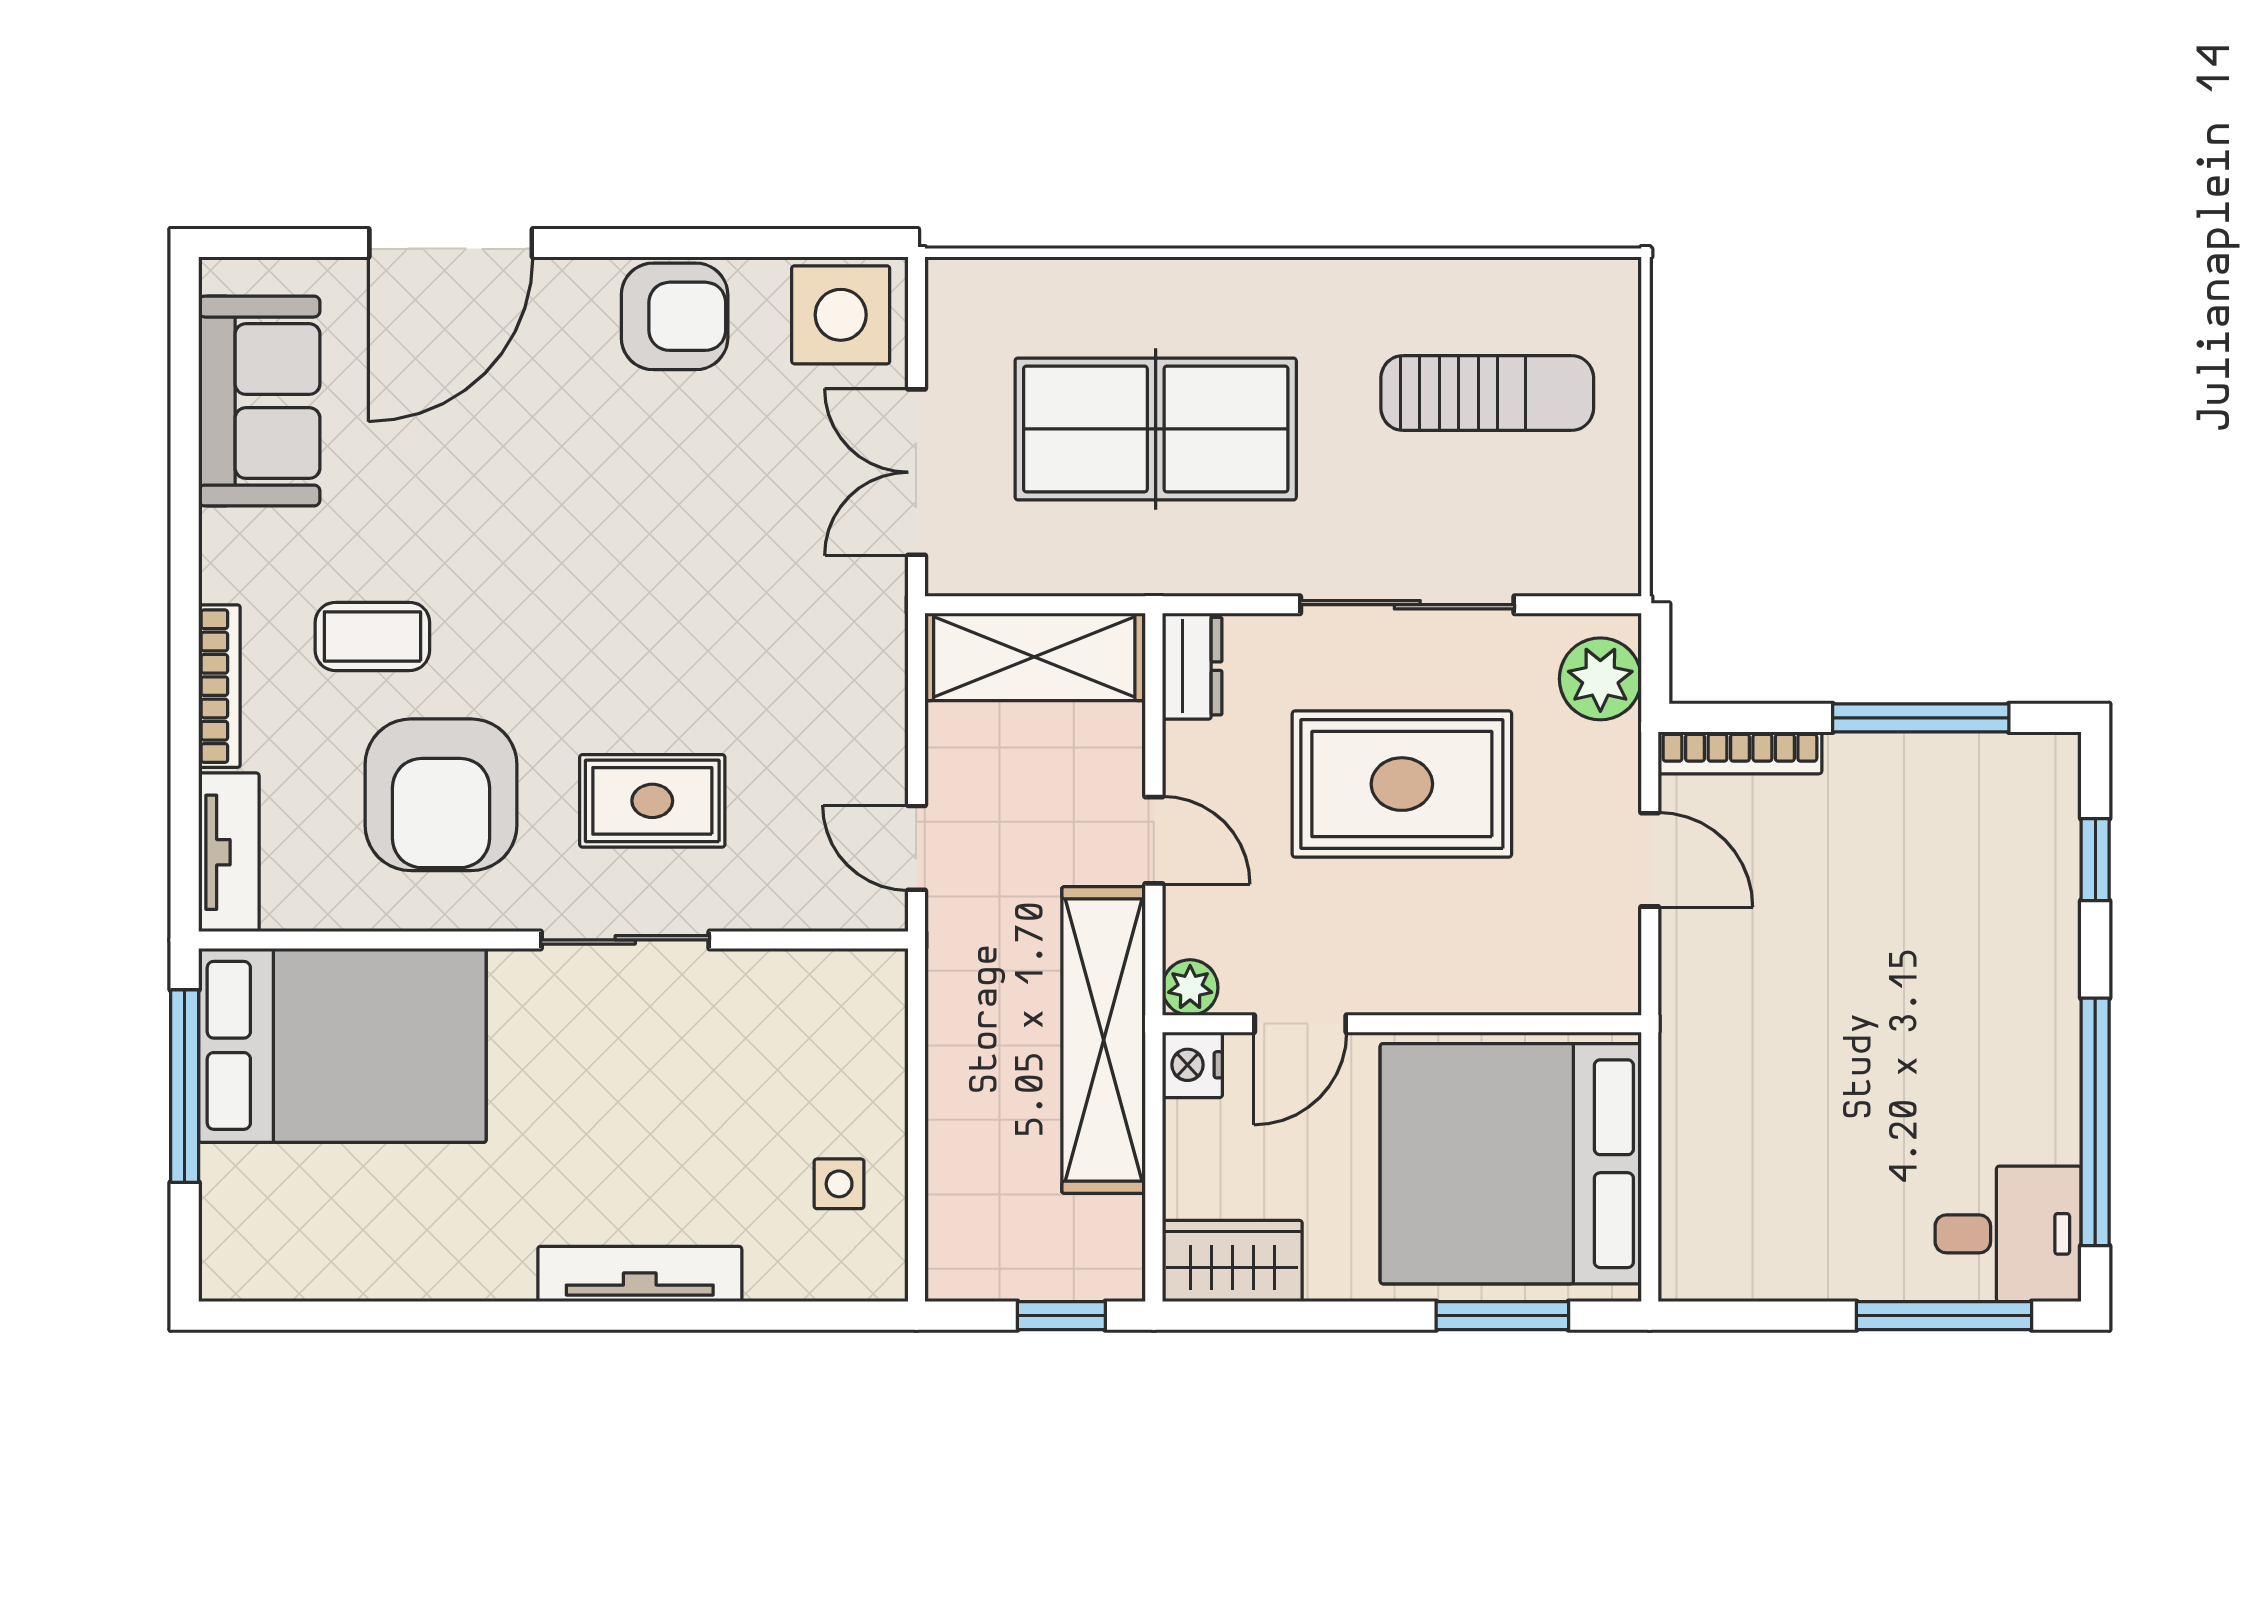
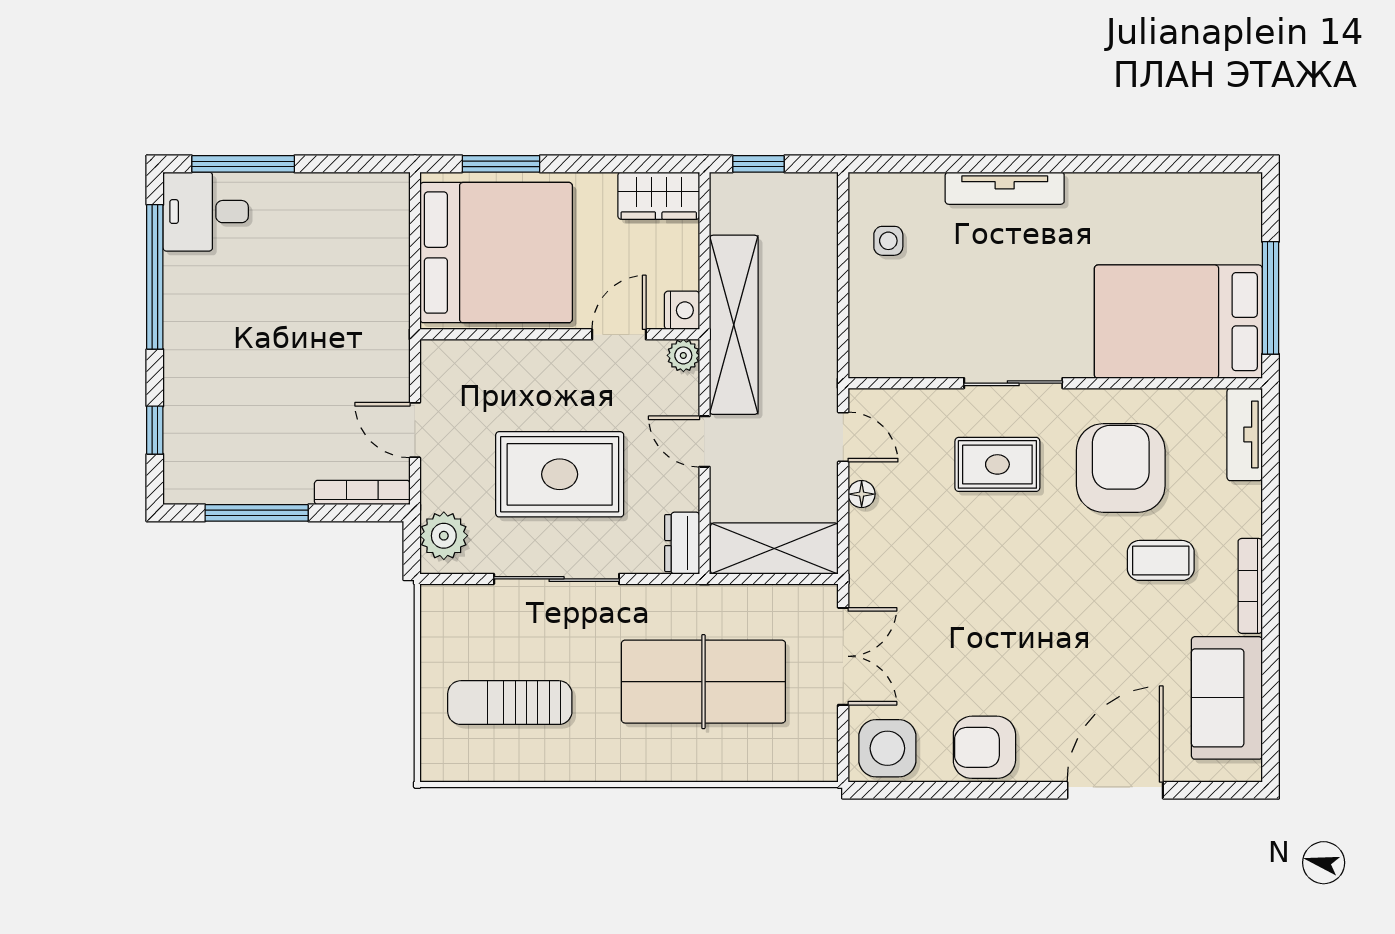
bookcase: (219, 686) -> (1250, 586), moved
floor lamp: (885, 750) -> (862, 494), added

